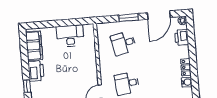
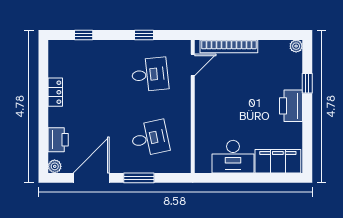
filing cabinet: (34, 46) -> (278, 161), moved, turned 90
water cooler: (187, 82) -> (56, 69), removed

